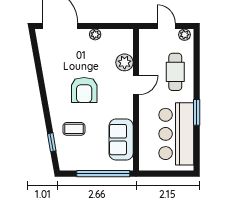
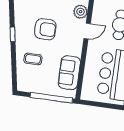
armchair: (84, 90) -> (45, 29), turned -90
window: (52, 142) -> (13, 34), moved

